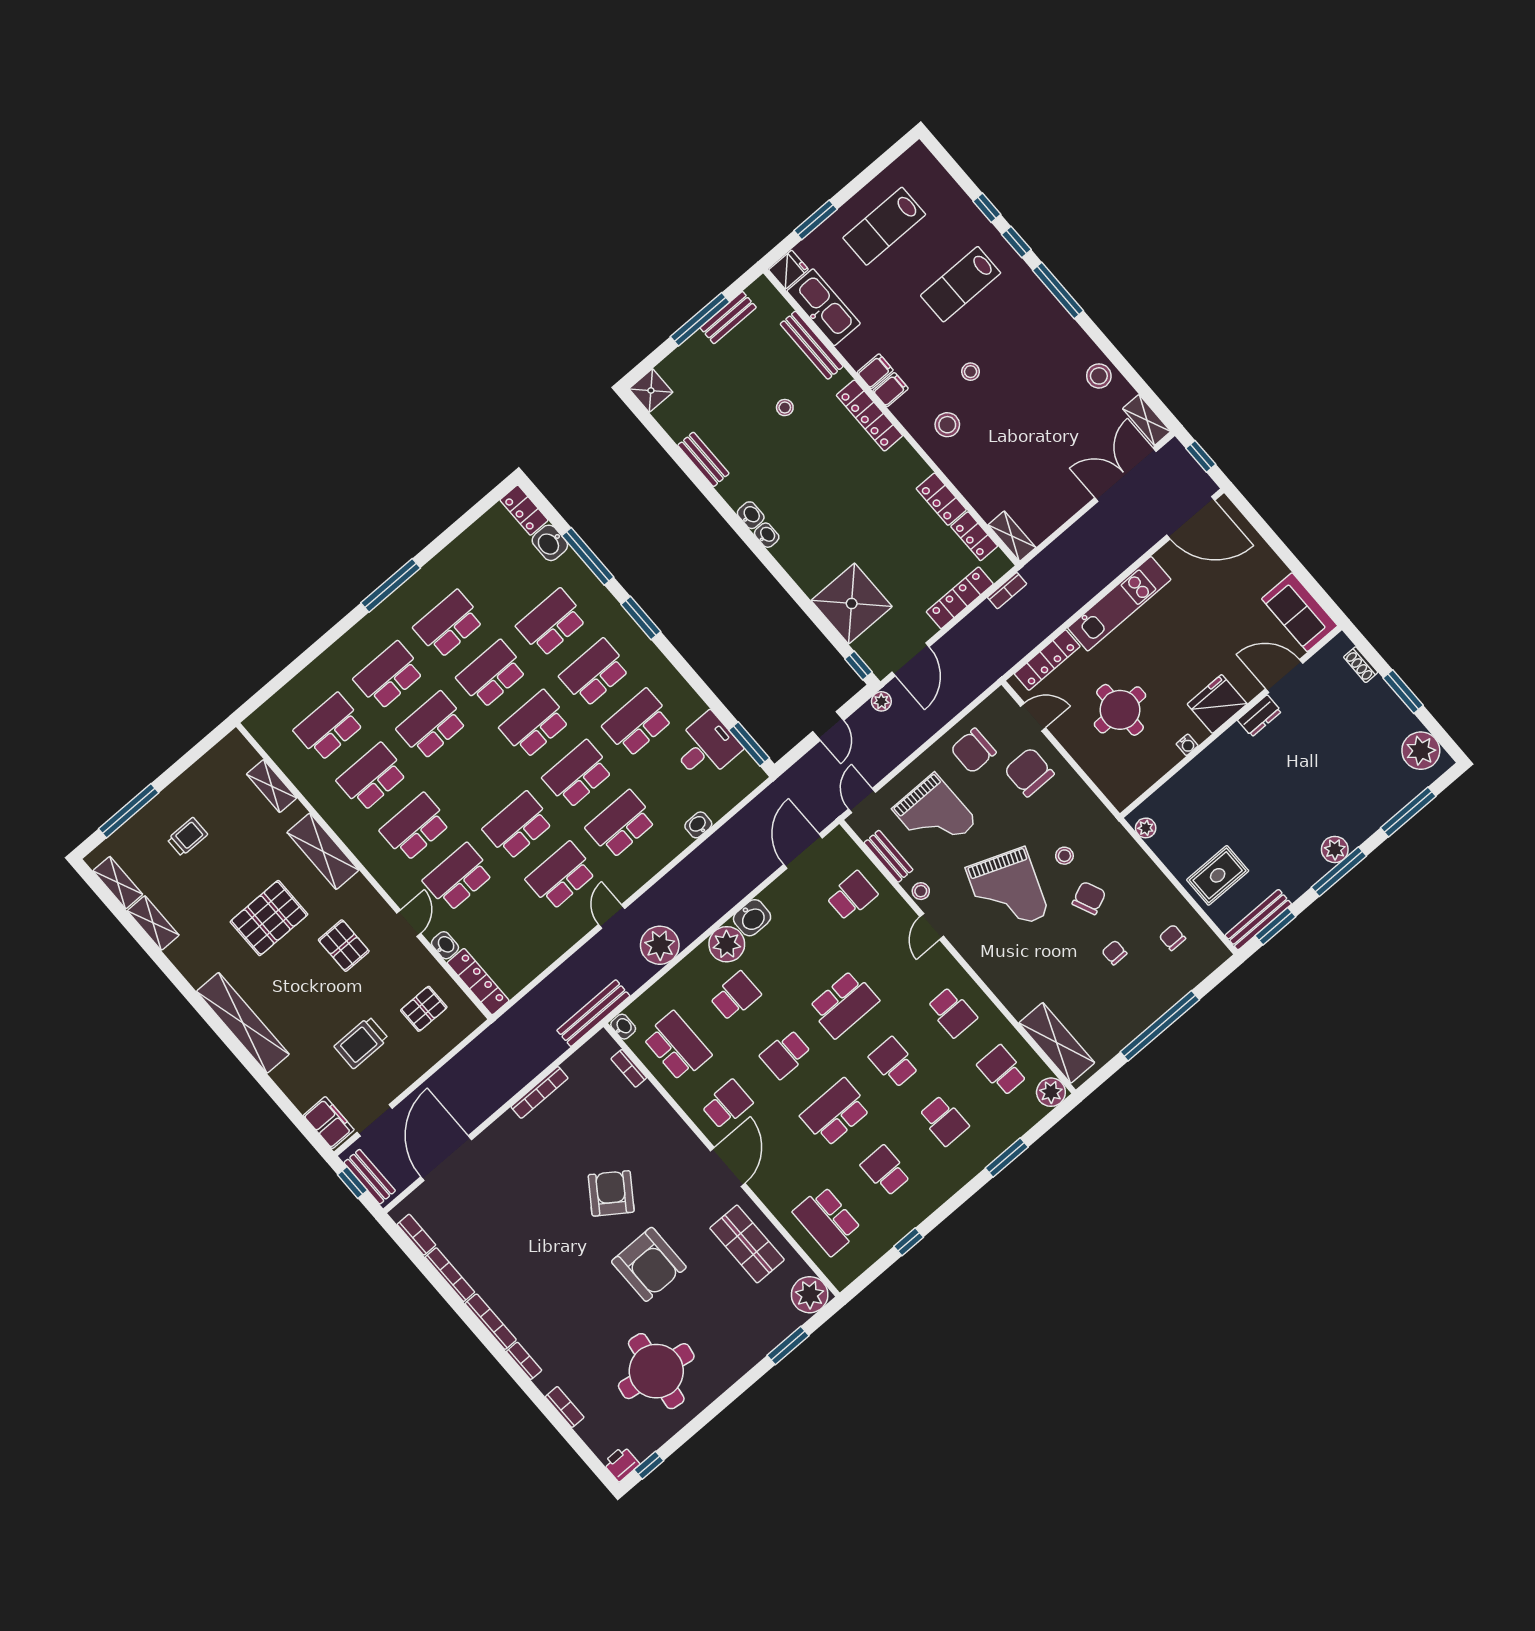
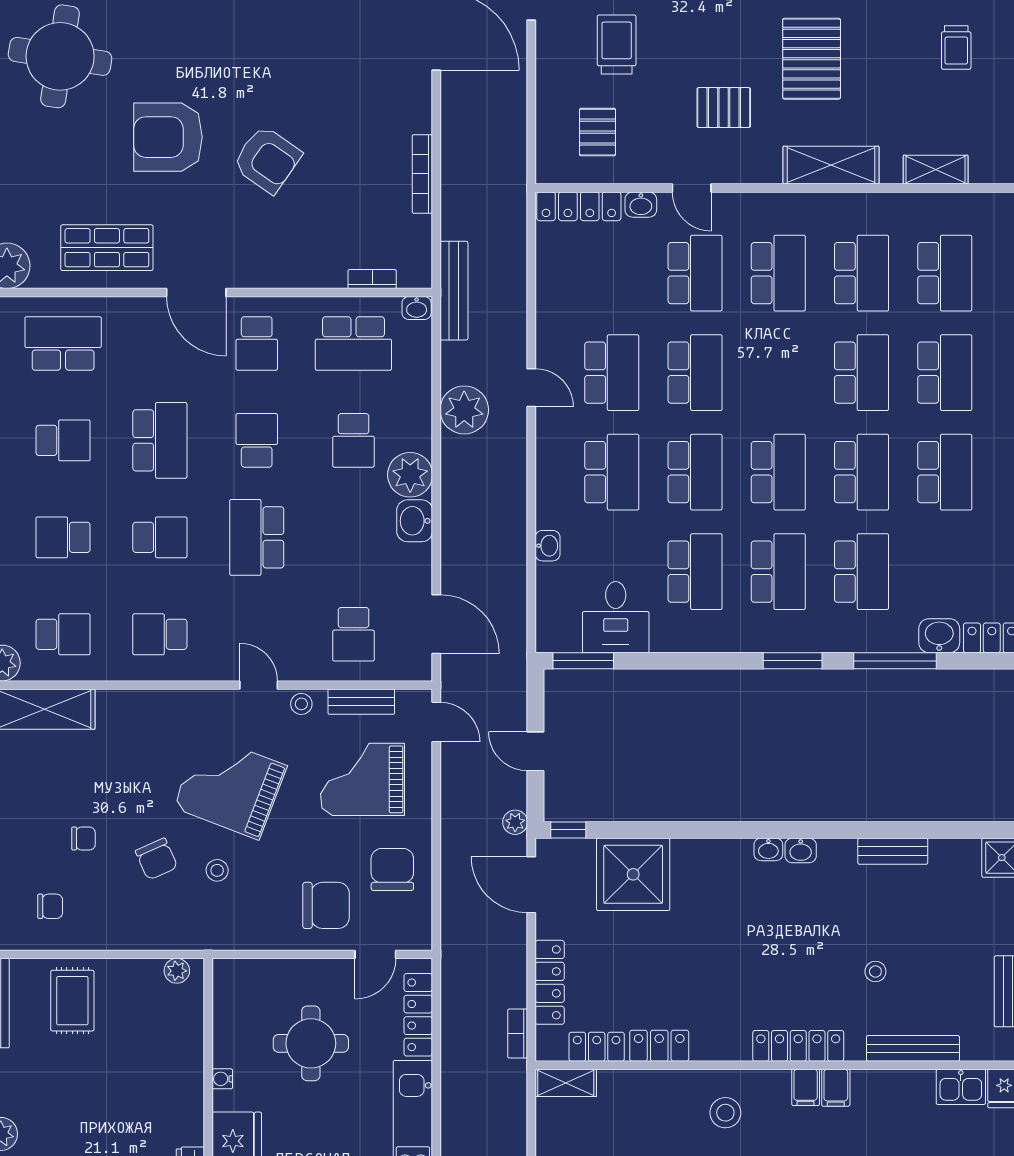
kitchen sink: (824, 307) -> (961, 1087), width x0.53, depth x0.81

